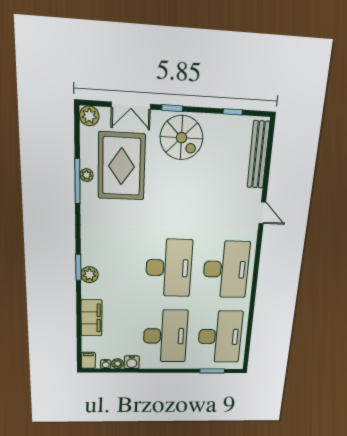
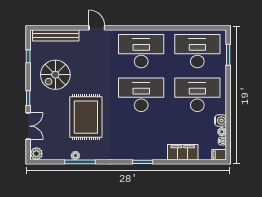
spiral stairs: (181, 138) -> (55, 75), moved, turned 180
rug: (121, 166) -> (86, 117), moved, turned 90
door: (262, 213) -> (97, 28), hinge flipped
plant: (89, 275) -> (148, 154), removed

